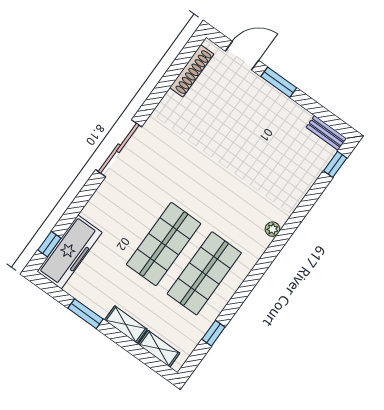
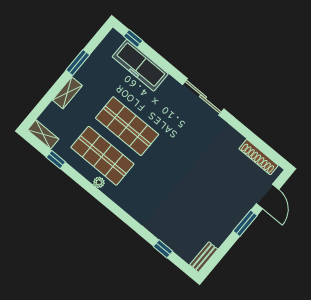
window: (335, 164) -> (163, 249), moved
plant: (272, 229) -> (99, 182), moved
freezer: (70, 252) -> (140, 65), moved
shelving: (159, 349) -> (43, 134), moved, turned 90

